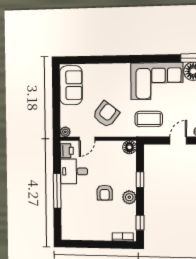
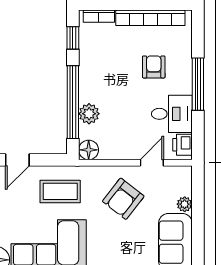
plant: (65, 132) -> (185, 204), moved
window: (140, 180) -> (73, 102), width x3.17
armchair: (105, 193) -> (154, 67), moved
plant: (129, 197) -> (89, 114), moved
bookcase: (89, 235) -> (150, 18), added

